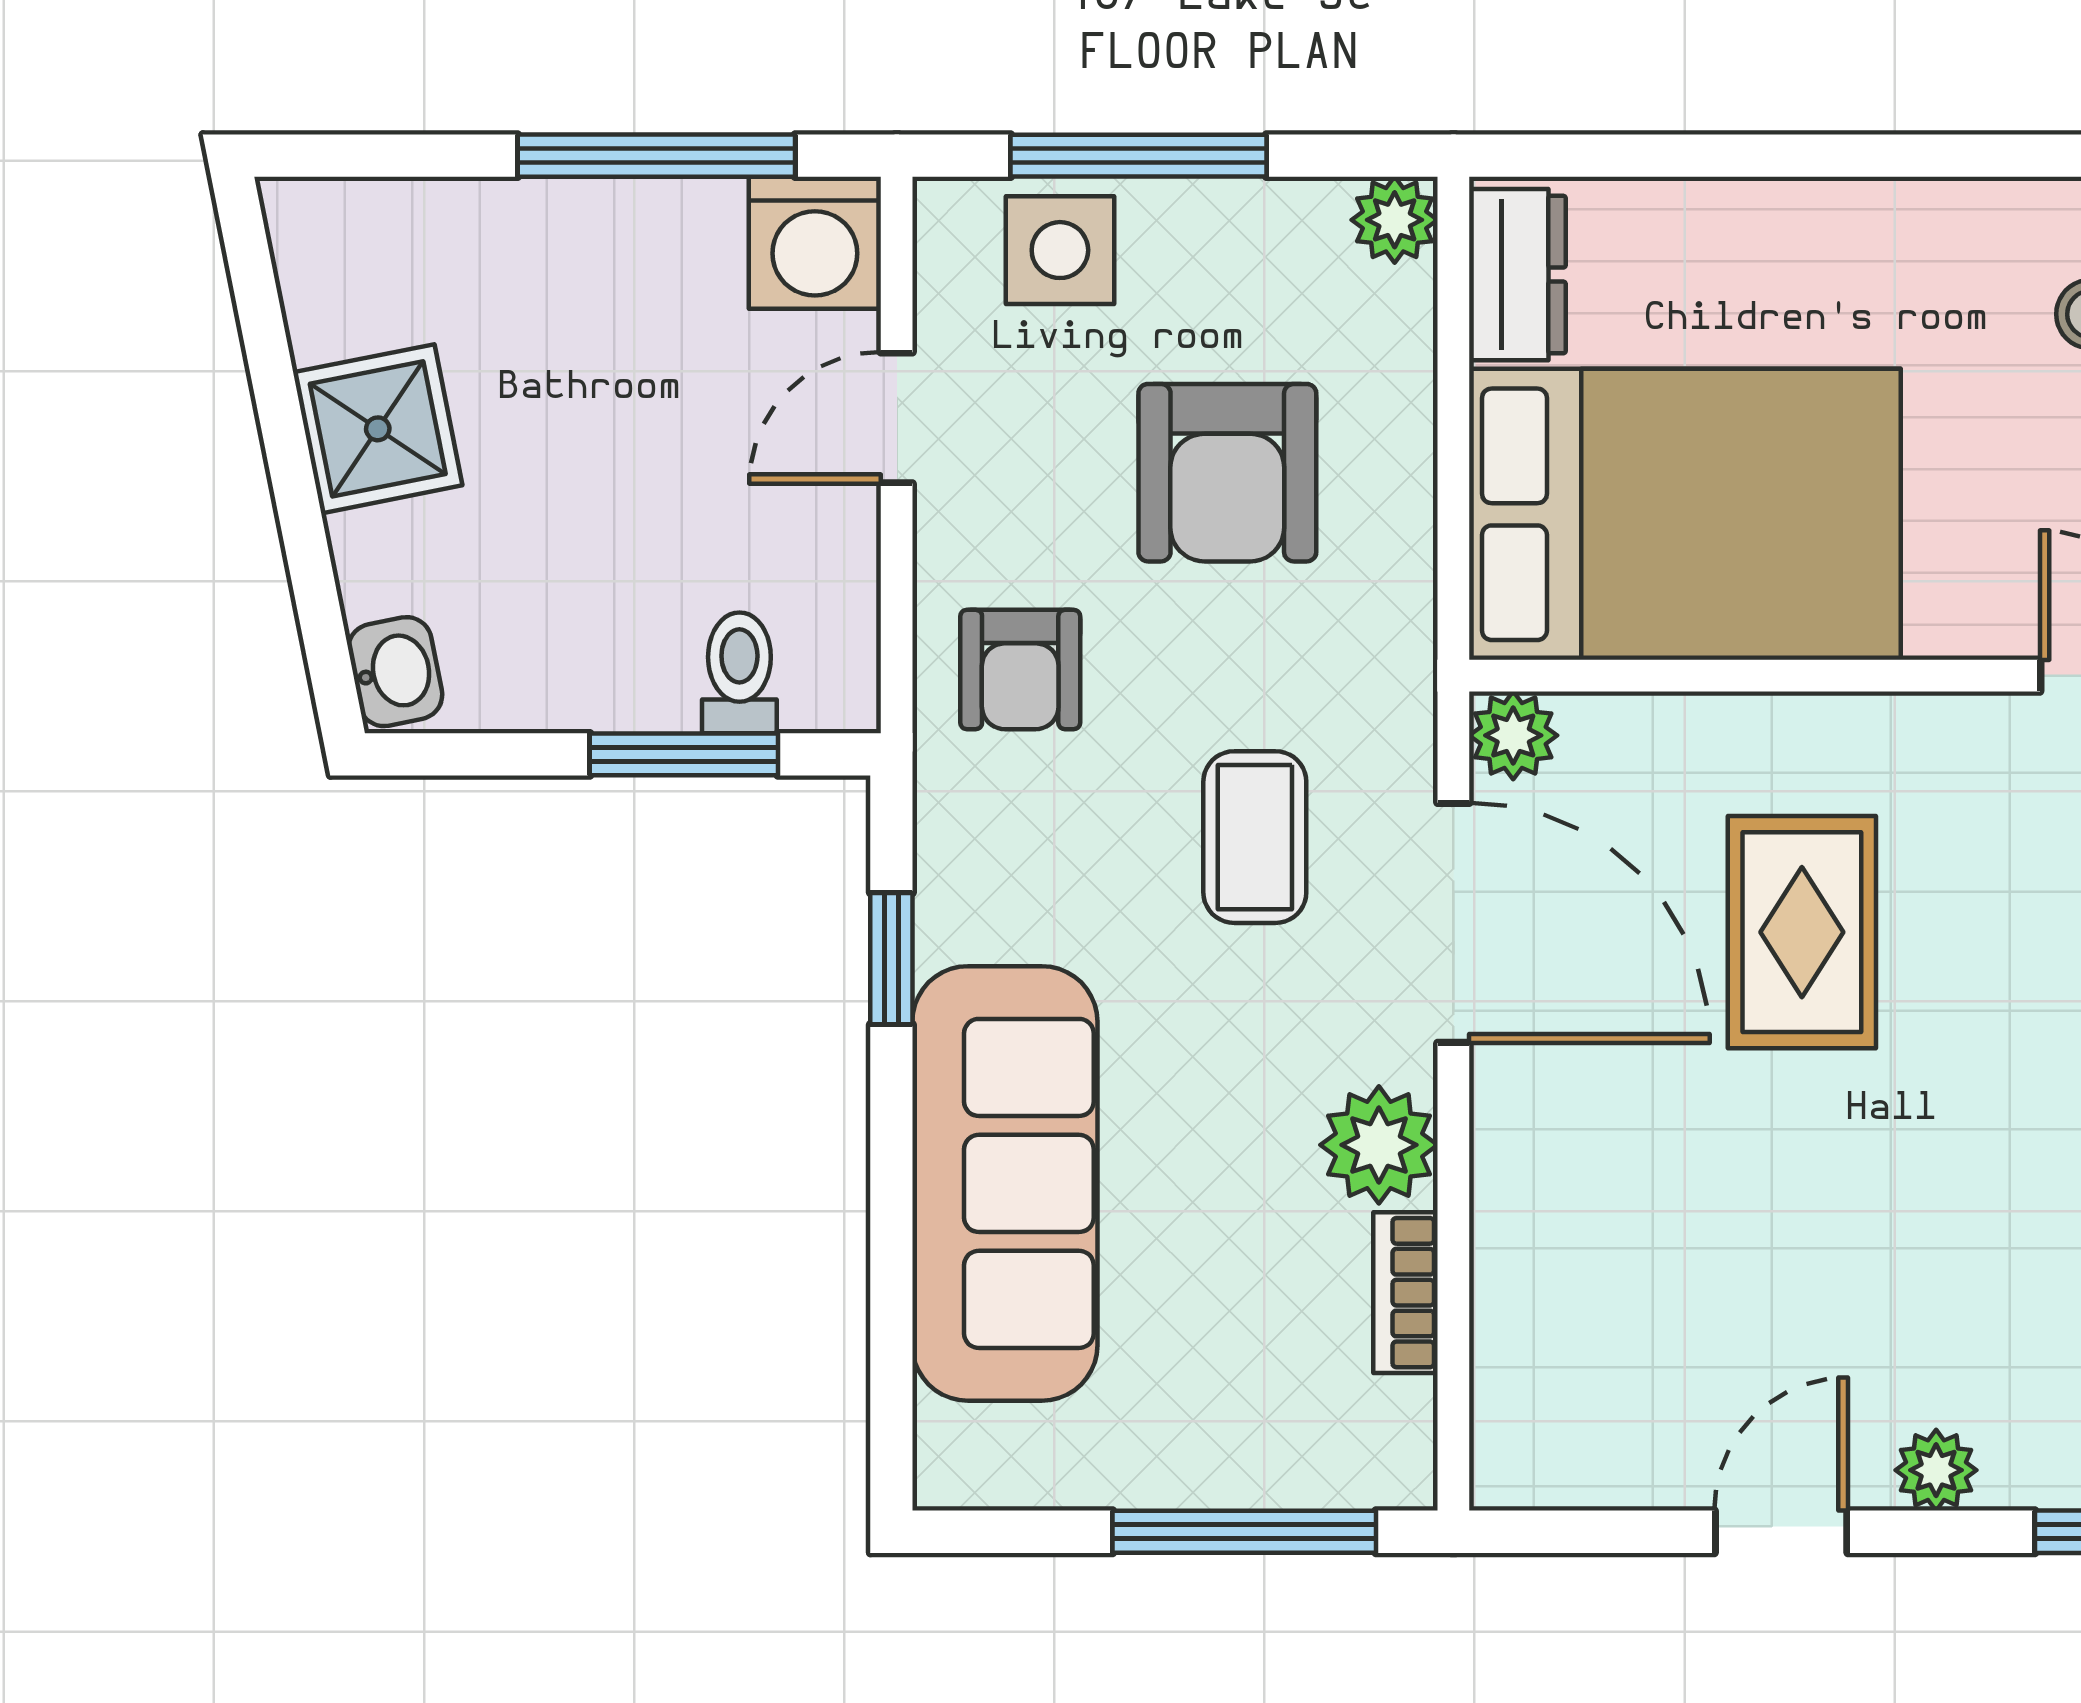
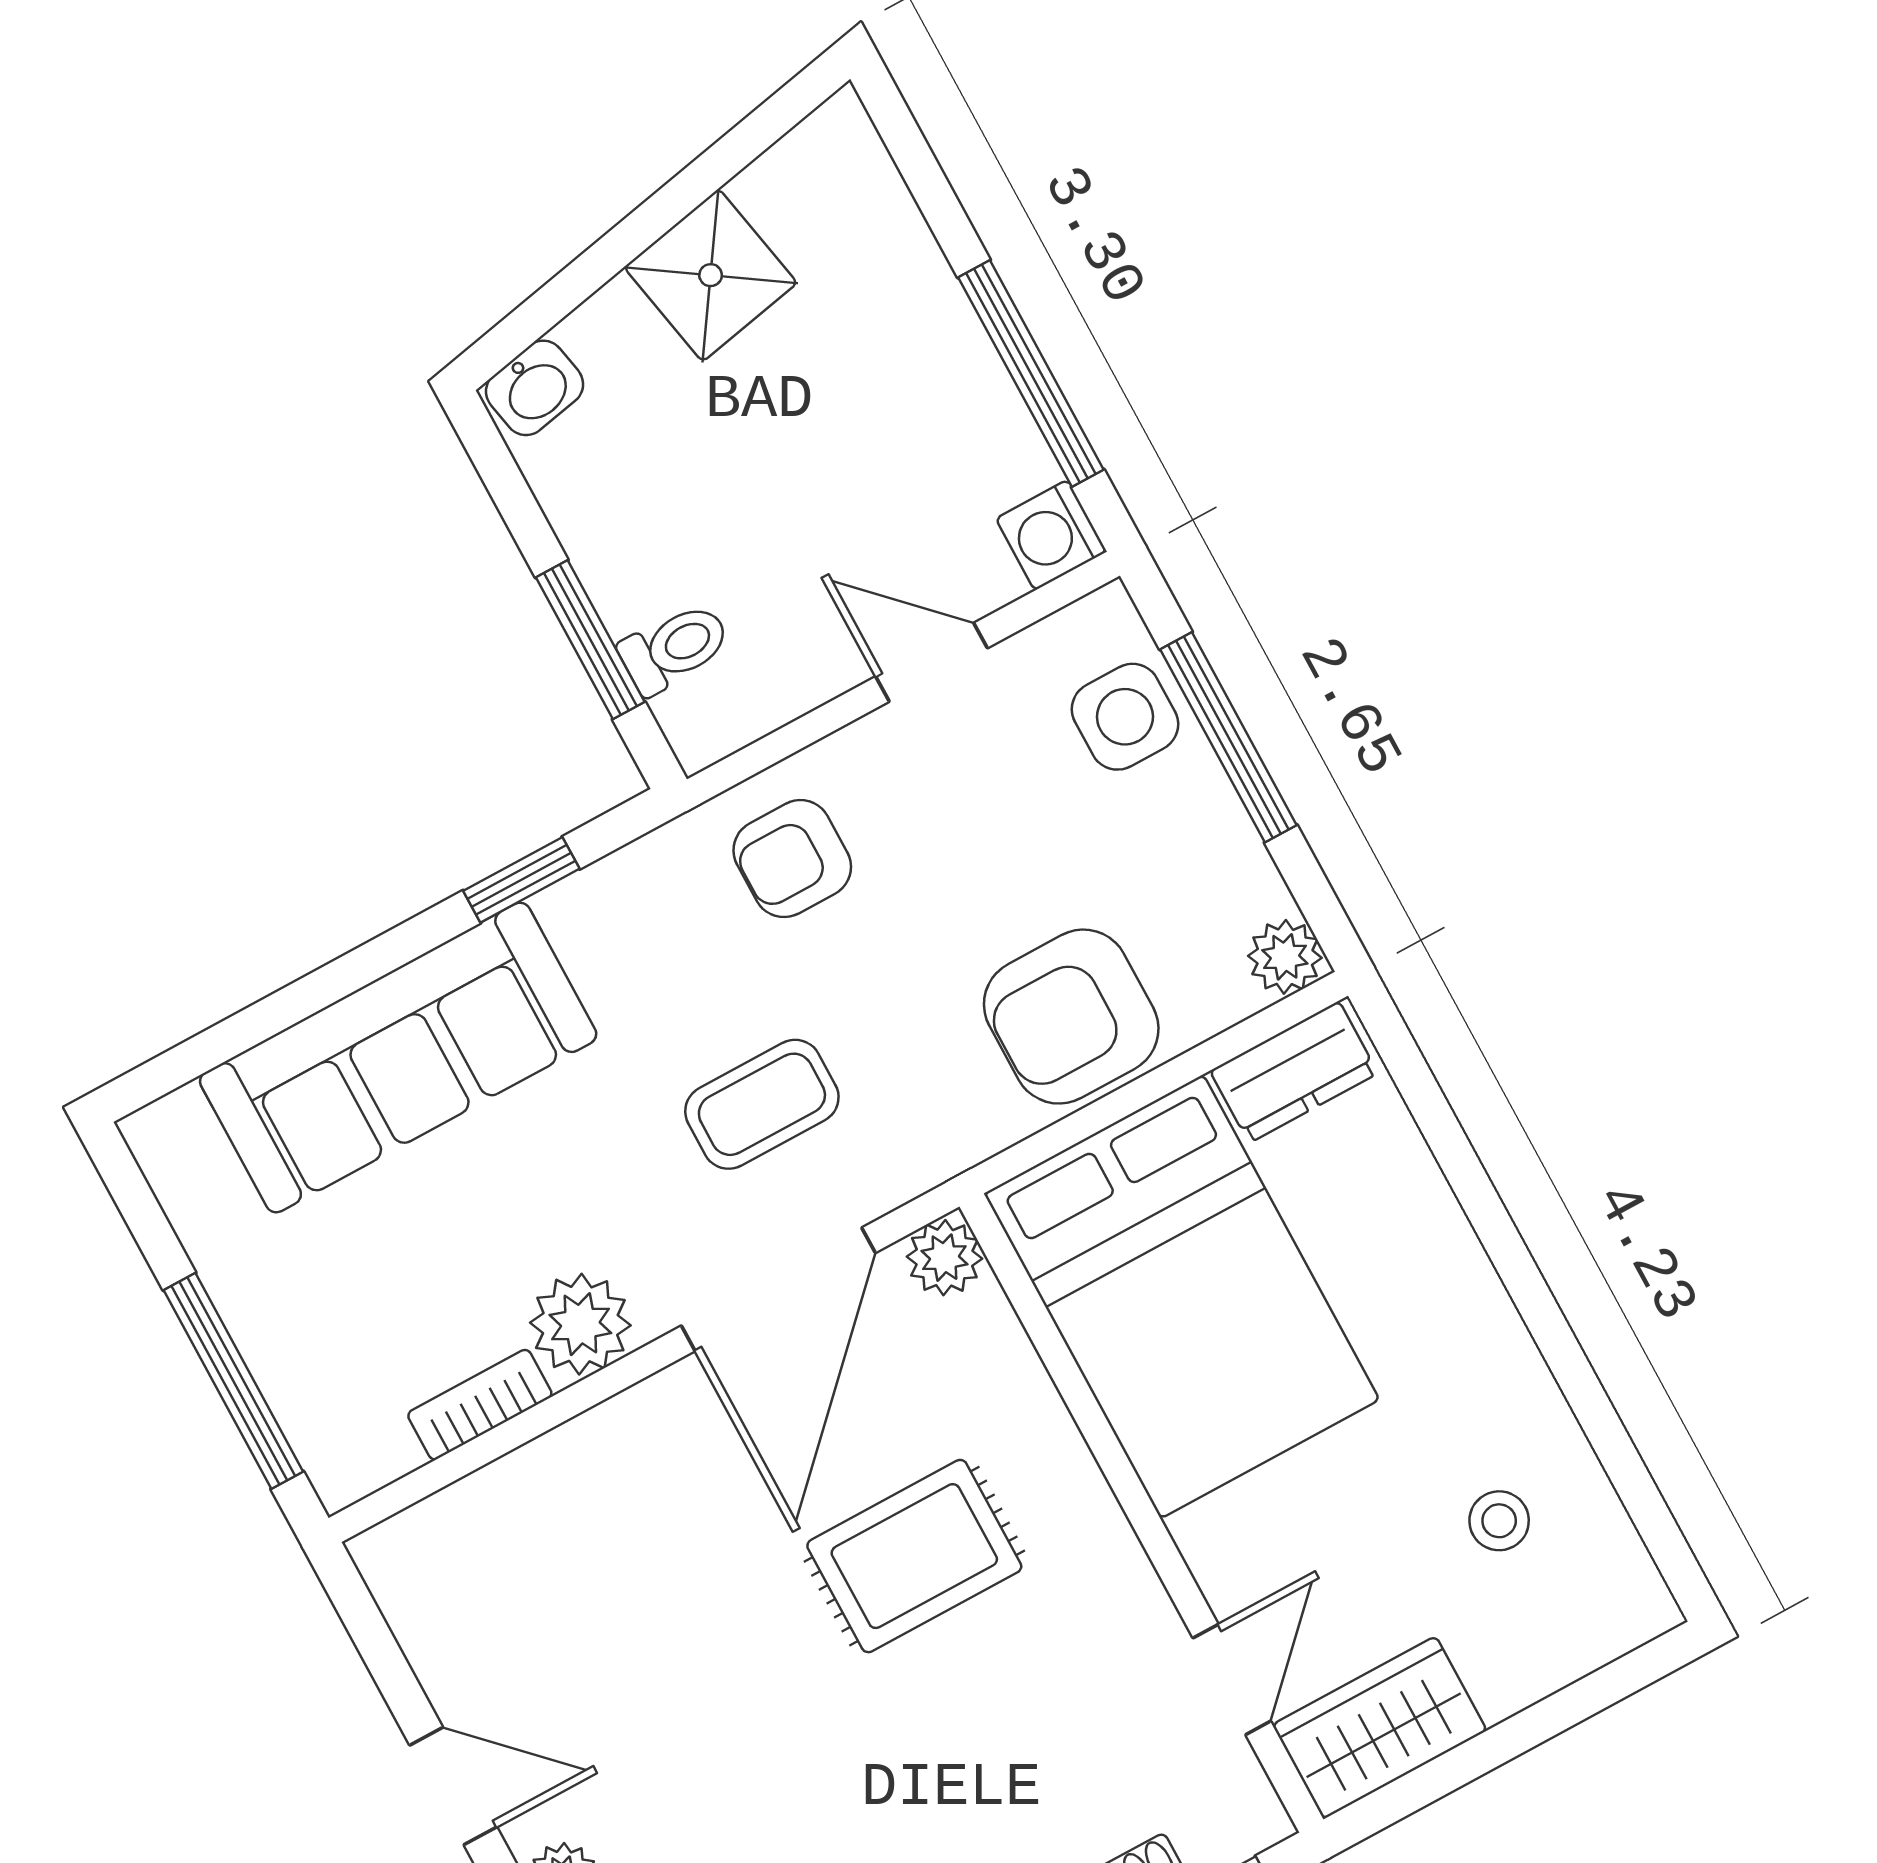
washing machine: (815, 243) -> (1051, 535), width x0.73, depth x0.73
armchair: (1227, 473) -> (1071, 1017), moved

